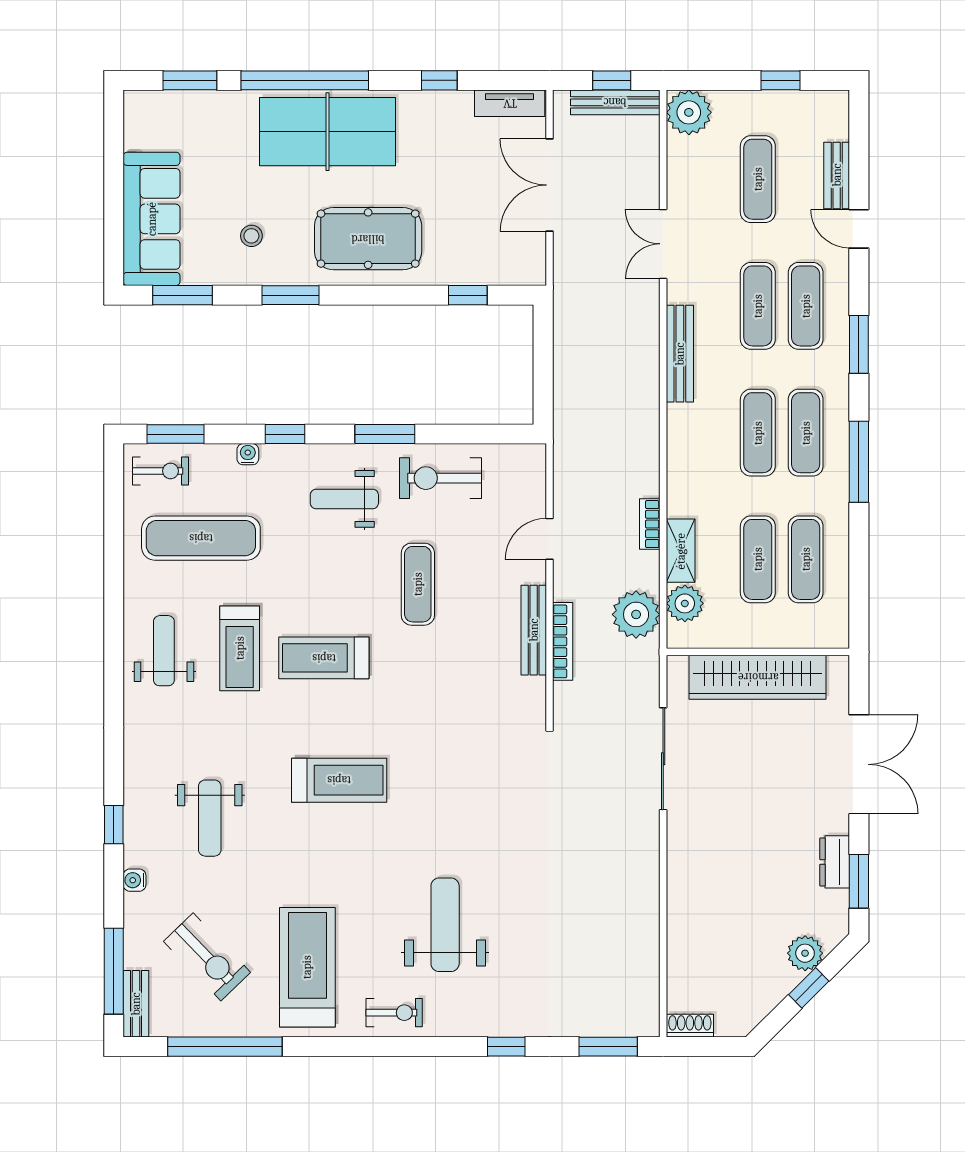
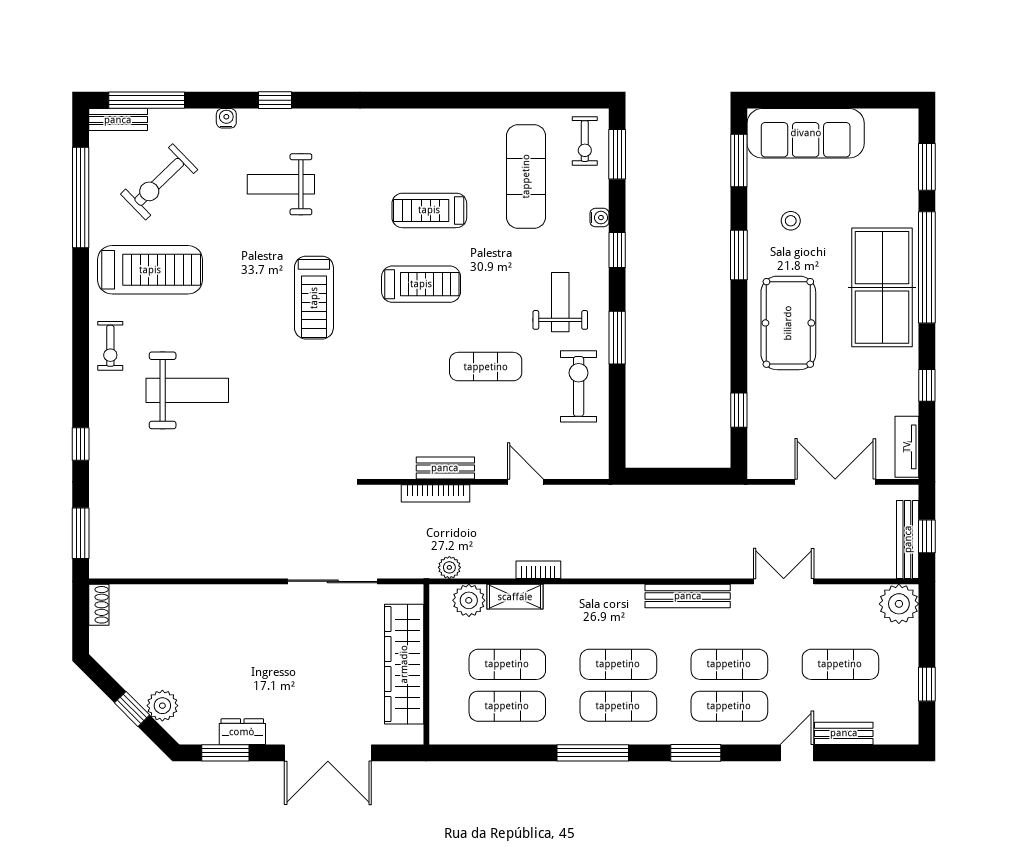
plant: (636, 614) -> (449, 567), width x0.53, depth x0.53
bench: (534, 630) -> (445, 468), width x0.73
weight bench: (164, 651) -> (427, 144), removed
treadmill: (324, 658) -> (421, 284), turned 90

